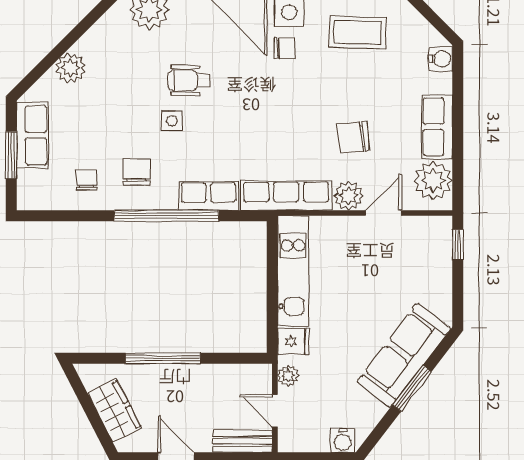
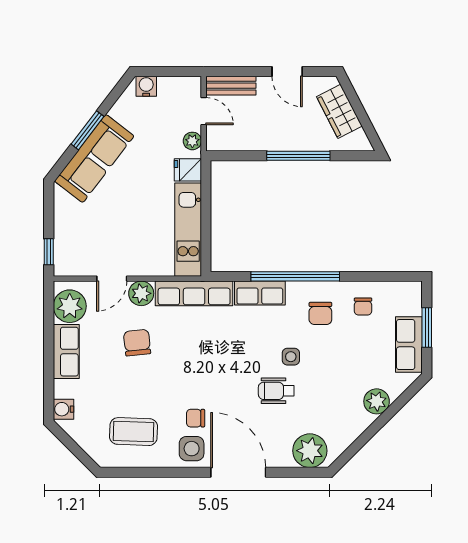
wheelchair: (189, 81) -> (276, 391), turned 180
chair: (353, 137) -> (137, 343), turned -89

